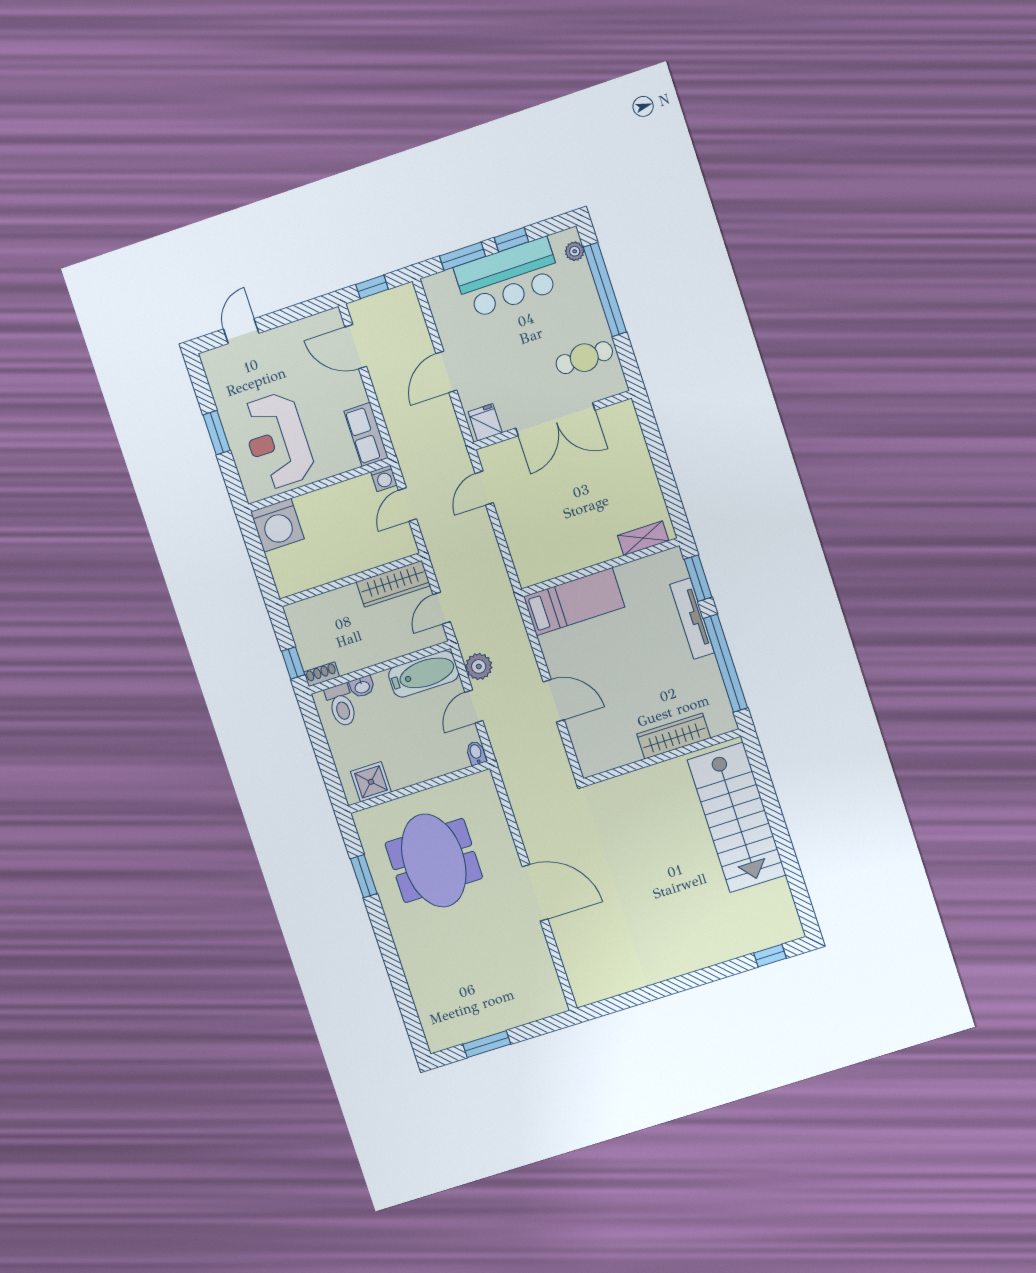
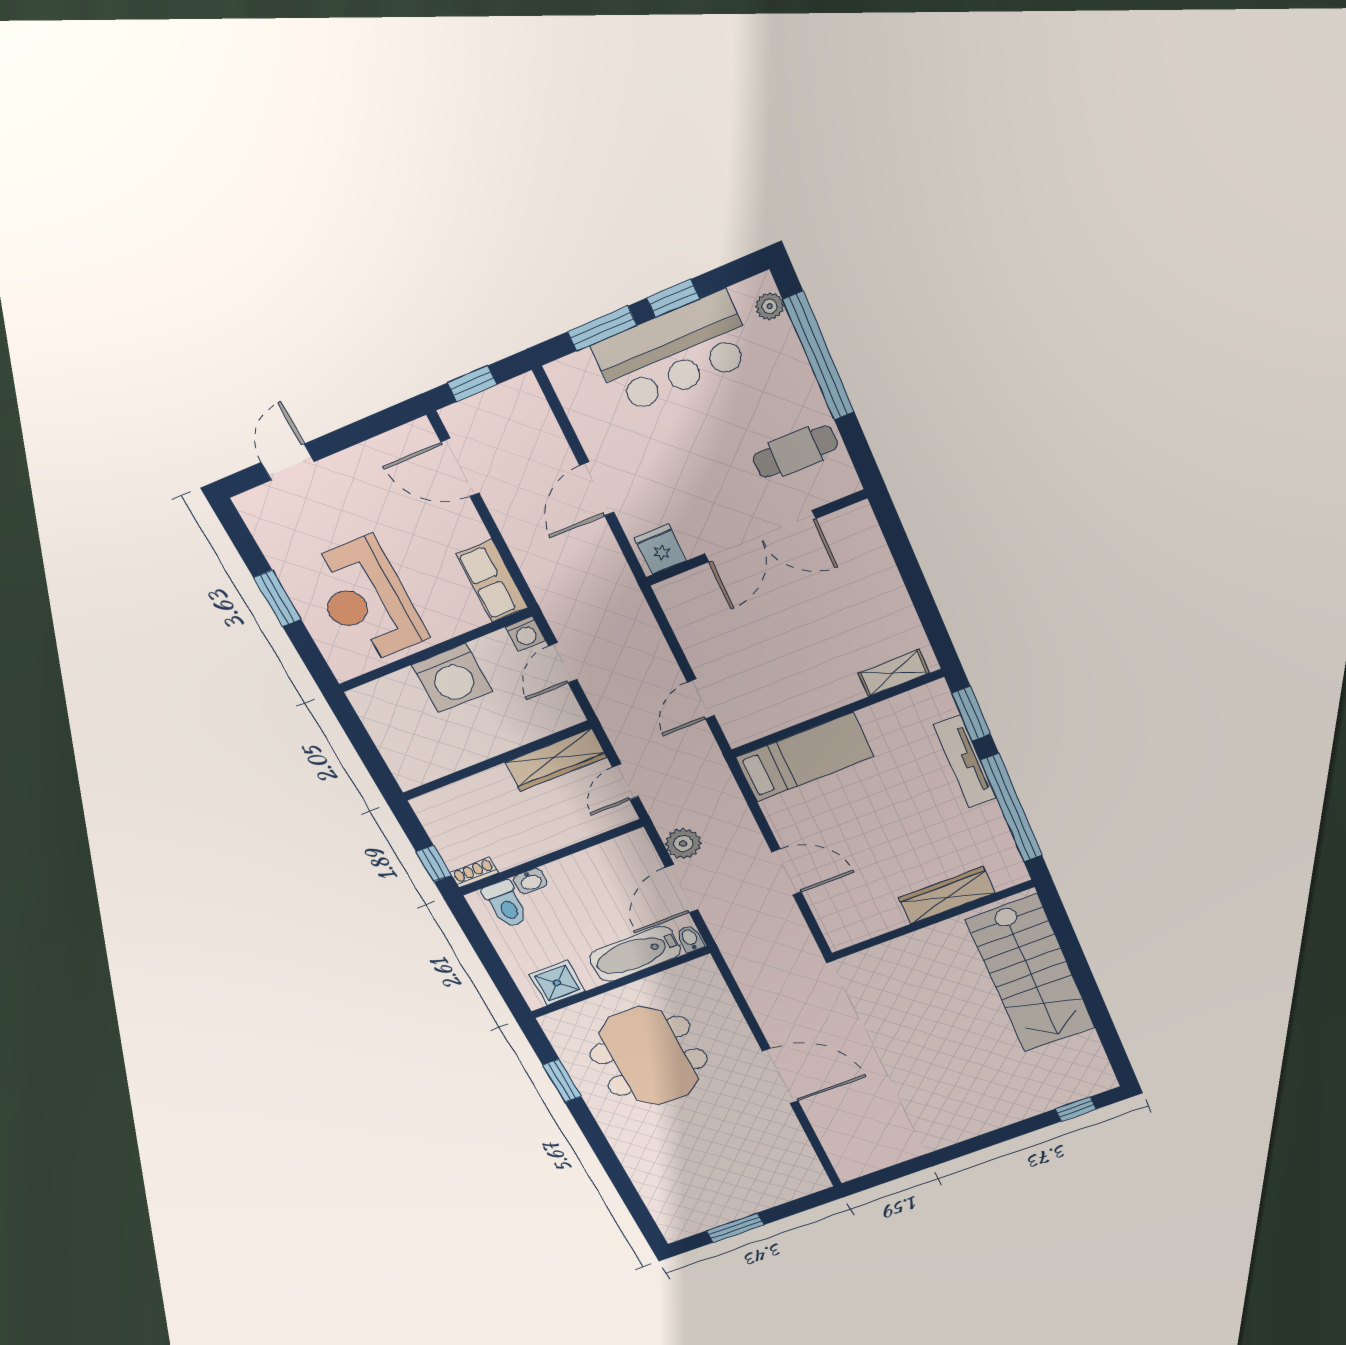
door: (484, 488) -> (701, 699), moved
washing machine: (277, 525) -> (452, 678), moved
bathtub: (424, 674) -> (635, 954), moved, turned 180
door: (474, 706) -> (682, 889), width x1.38

